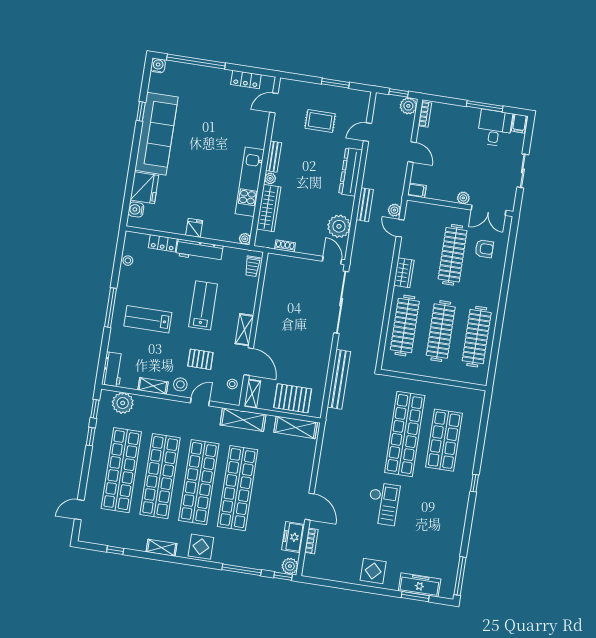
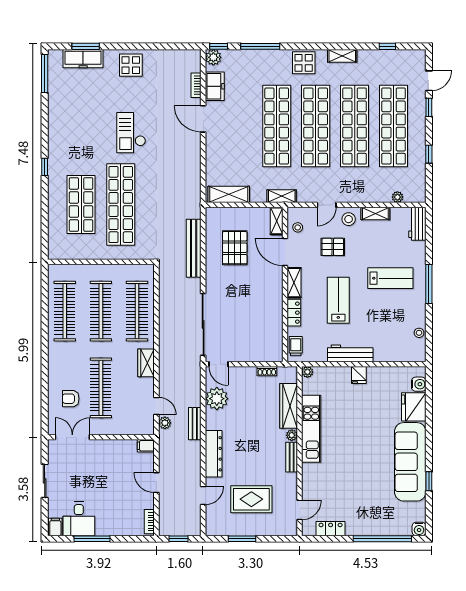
plant: (408, 106) -> (167, 527), removed
rug: (320, 121) -> (251, 499), width x1.36, depth x1.43
plant: (463, 198) -> (99, 445), removed
locker: (163, 243) -> (294, 313), moved, turned 90
lab bench: (203, 305) -> (338, 300), turned 180
pallet: (293, 398) -> (235, 248), moved, turned 90
plant: (123, 403) -> (397, 197), width x0.53, depth x0.53
window: (95, 409) -> (429, 107), moved
shelving: (243, 420) -> (282, 196), width x0.67, depth x0.75

